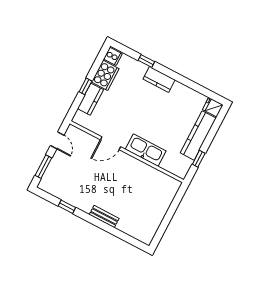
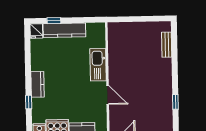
window: (199, 159) -> (54, 21), moved
bench: (104, 217) -> (167, 45), moved

